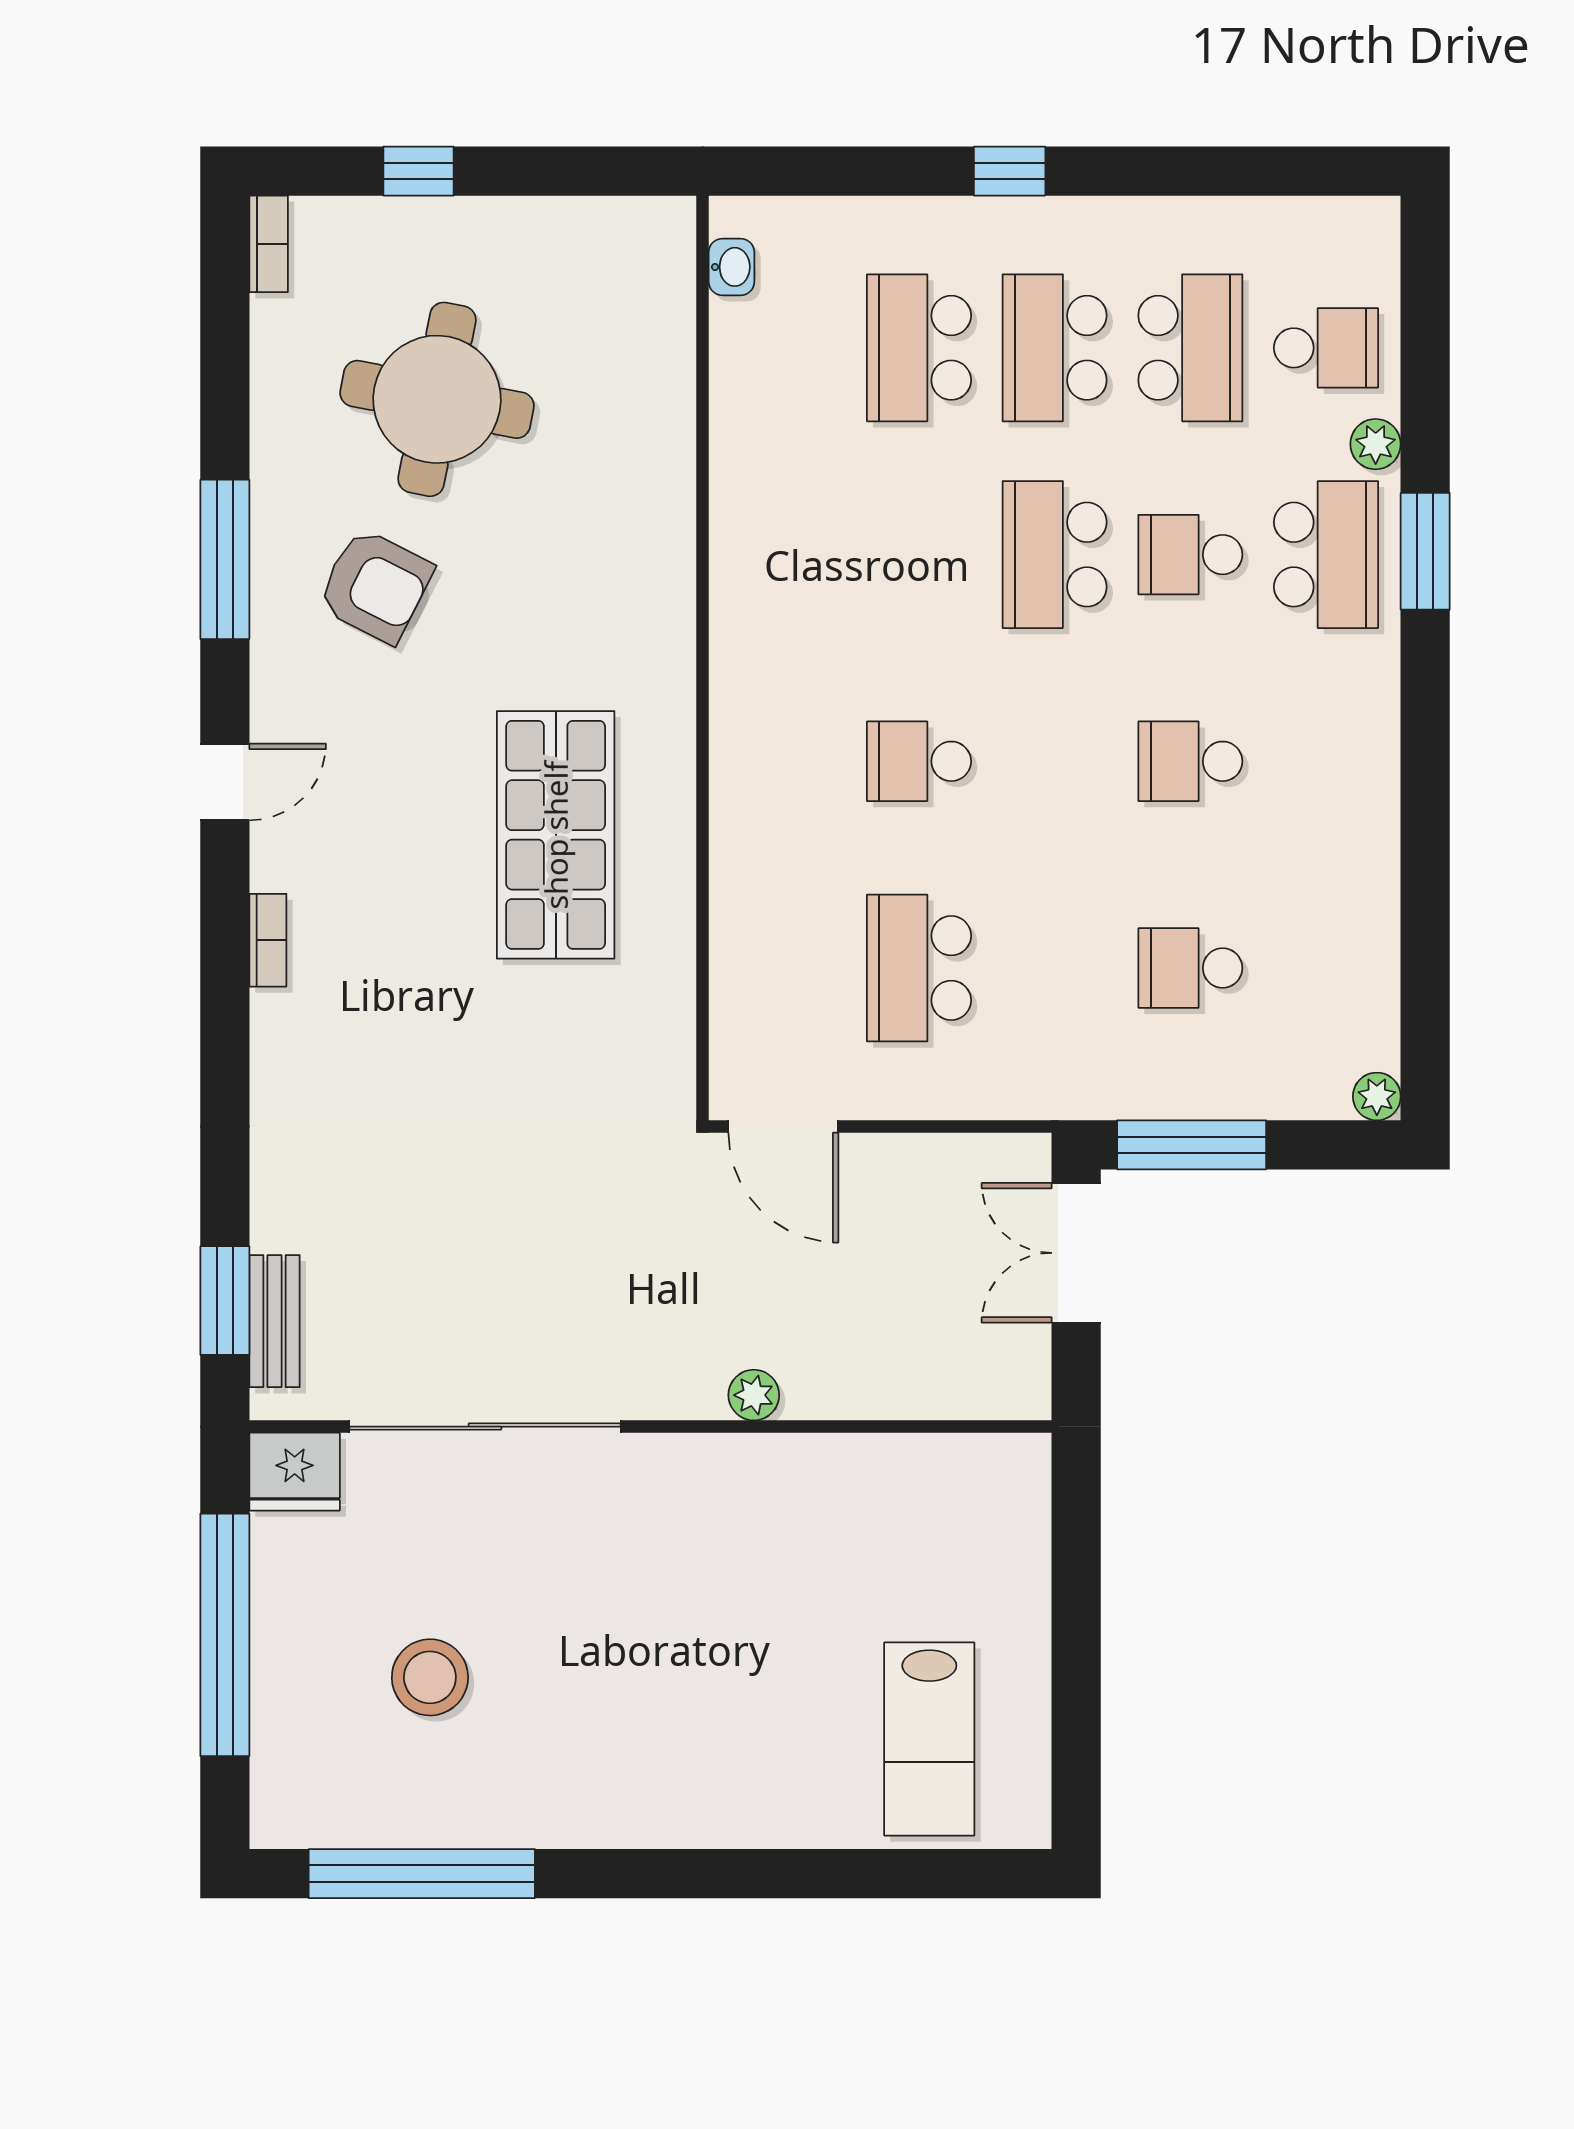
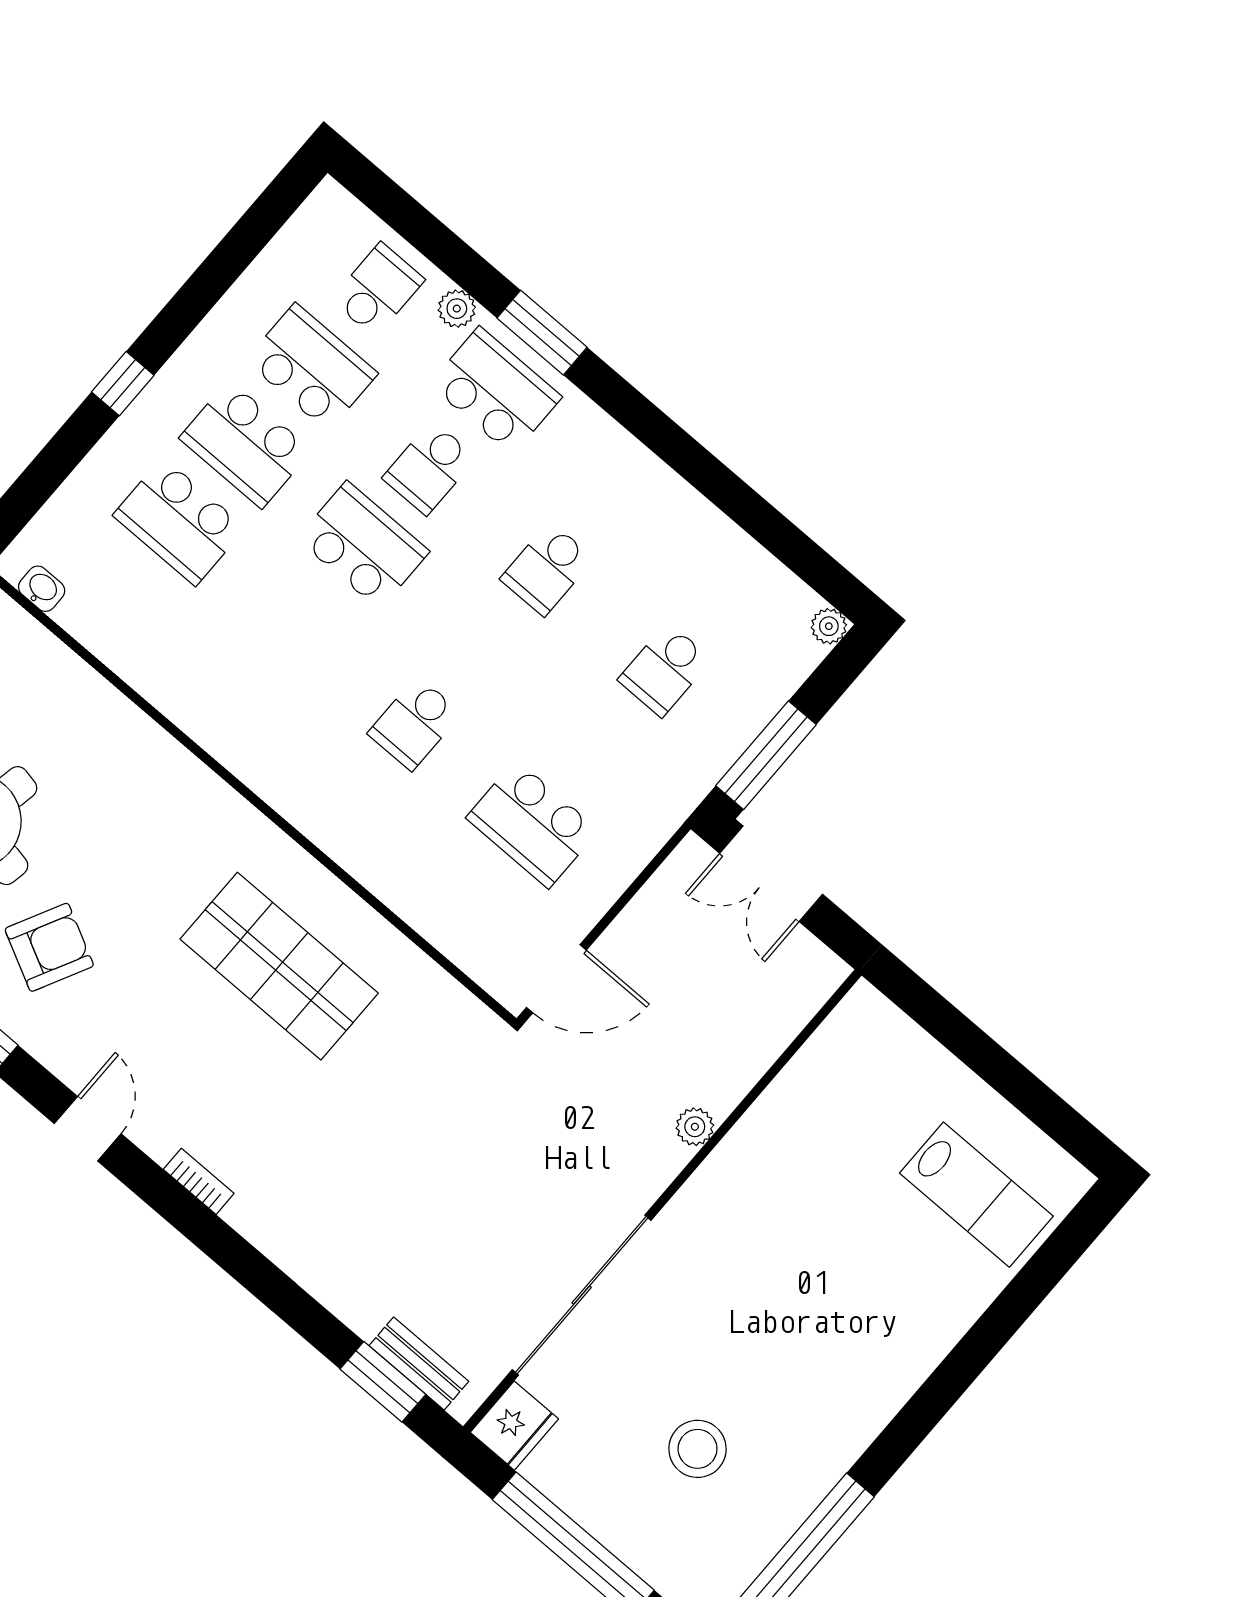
school desk: (1055, 555) -> (363, 545), turned 180

